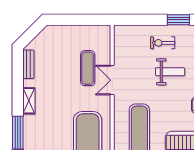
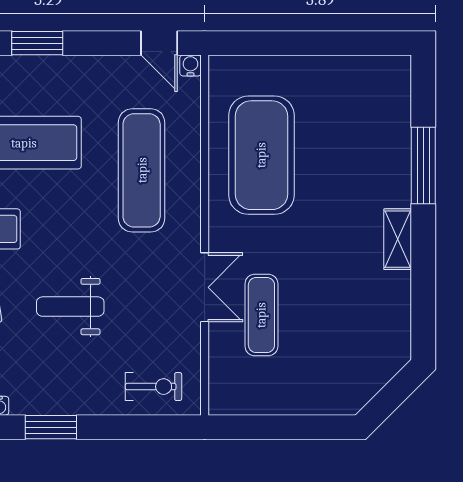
exercise bike: (163, 43) -> (153, 387), moved
bench: (28, 64) -> (399, 324), removed

